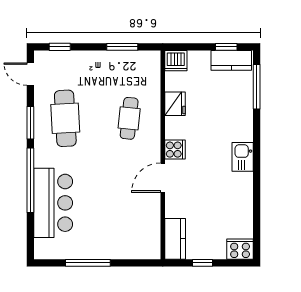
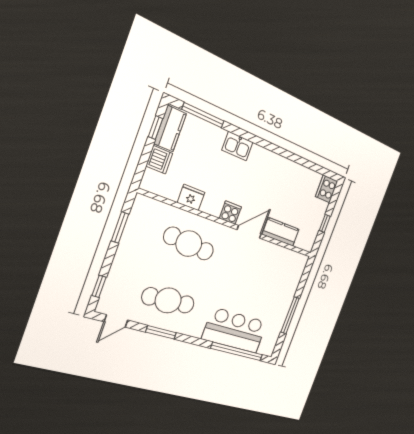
dishwasher: (176, 61) -> (159, 160), moved
cafe table: (129, 118) -> (189, 244), width x1.37, depth x1.35
kitchen sink: (243, 157) -> (238, 146), moved
door: (163, 178) -> (249, 232), swing flipped
window: (30, 180) -> (237, 352), moved
kitchen counter: (175, 239) -> (281, 232), moved

